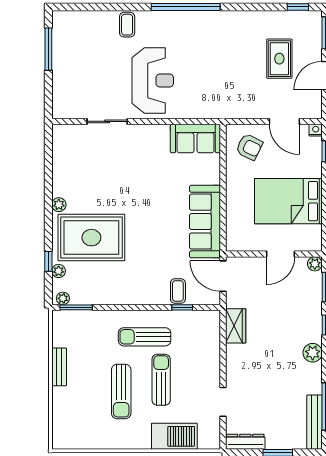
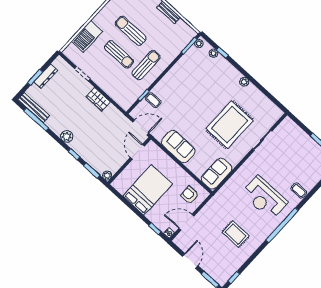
rug: (279, 59) -> (236, 234), moved
reception desk: (153, 81) -> (264, 198), moved
armchair: (249, 147) -> (190, 195), turned 64
sofa: (205, 222) -> (178, 147), width x0.73
rug: (91, 238) -> (230, 125), moved
door: (281, 254) -> (137, 152), moved
wardrobe: (236, 326) -> (98, 99), moved
dresser: (245, 442) -> (46, 76), moved

